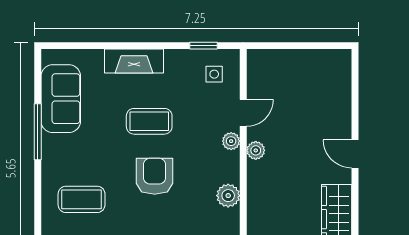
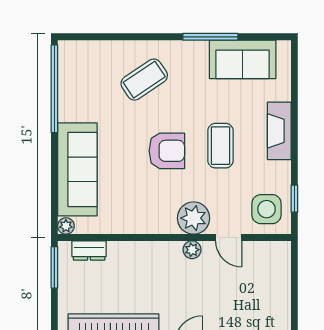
side table: (214, 74) -> (267, 209), width x1.87, depth x1.87
plant: (231, 141) -> (194, 218), width x1.88, depth x1.88
plant: (228, 196) -> (148, 223), removed
coffee table: (82, 199) -> (144, 80), turned 56

